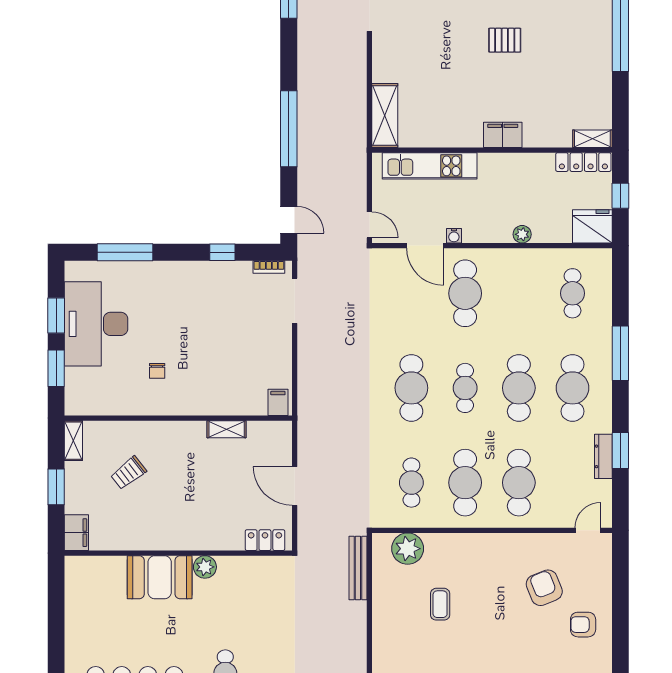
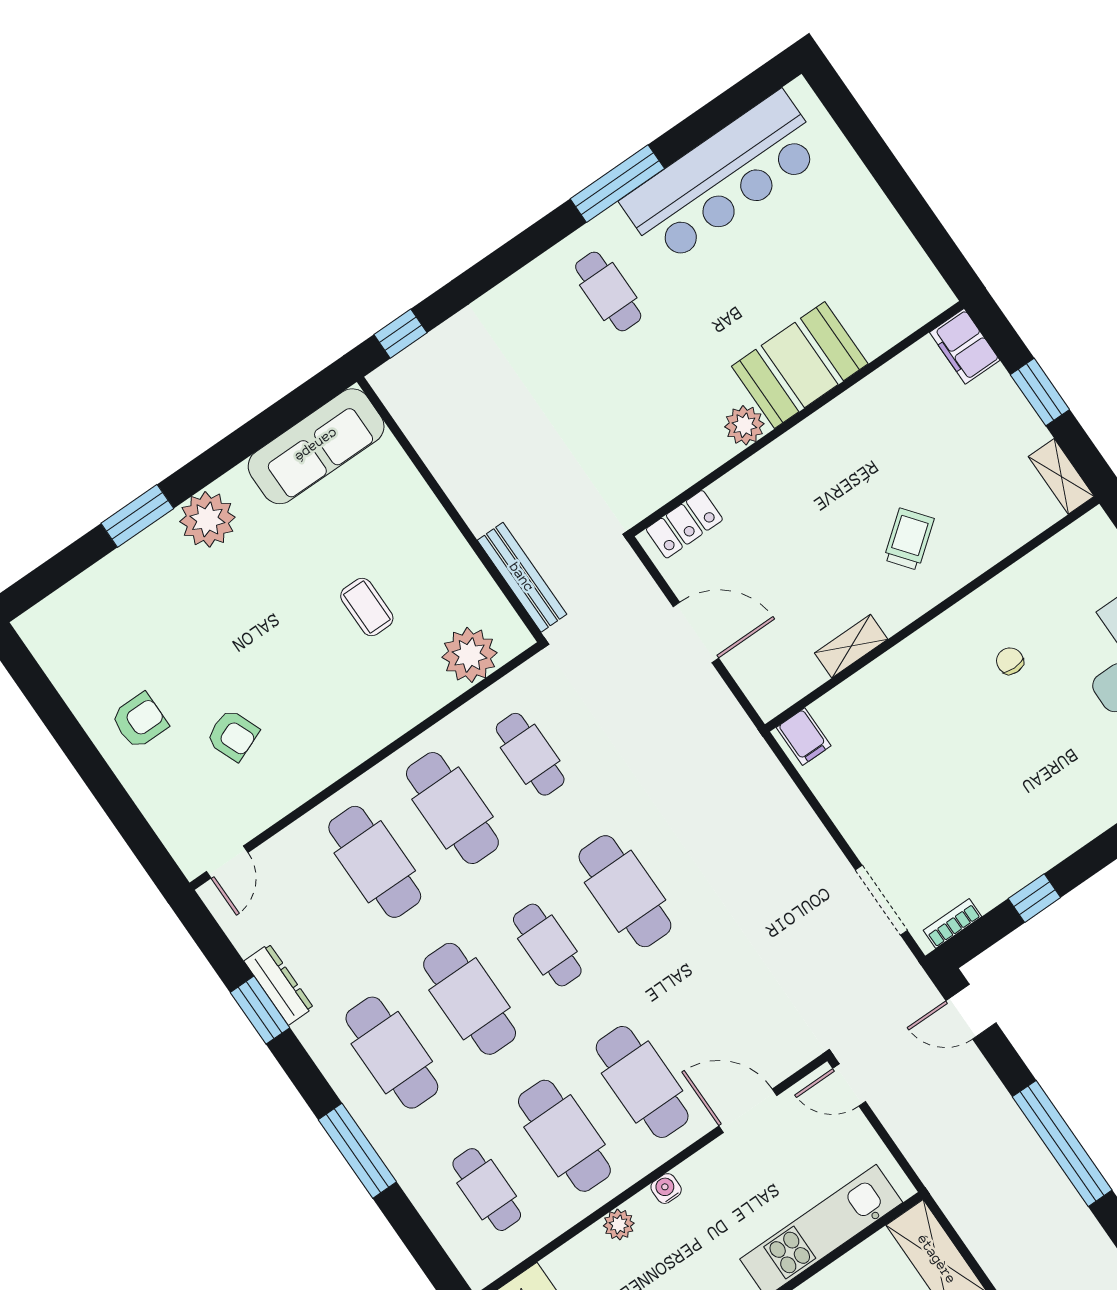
water cooler: (454, 236) -> (666, 1189), moved
cafe table: (519, 293) -> (564, 1136), added
trolley: (128, 473) -> (909, 539), moved
armchair: (544, 588) -> (233, 735), width x0.72, depth x0.72

